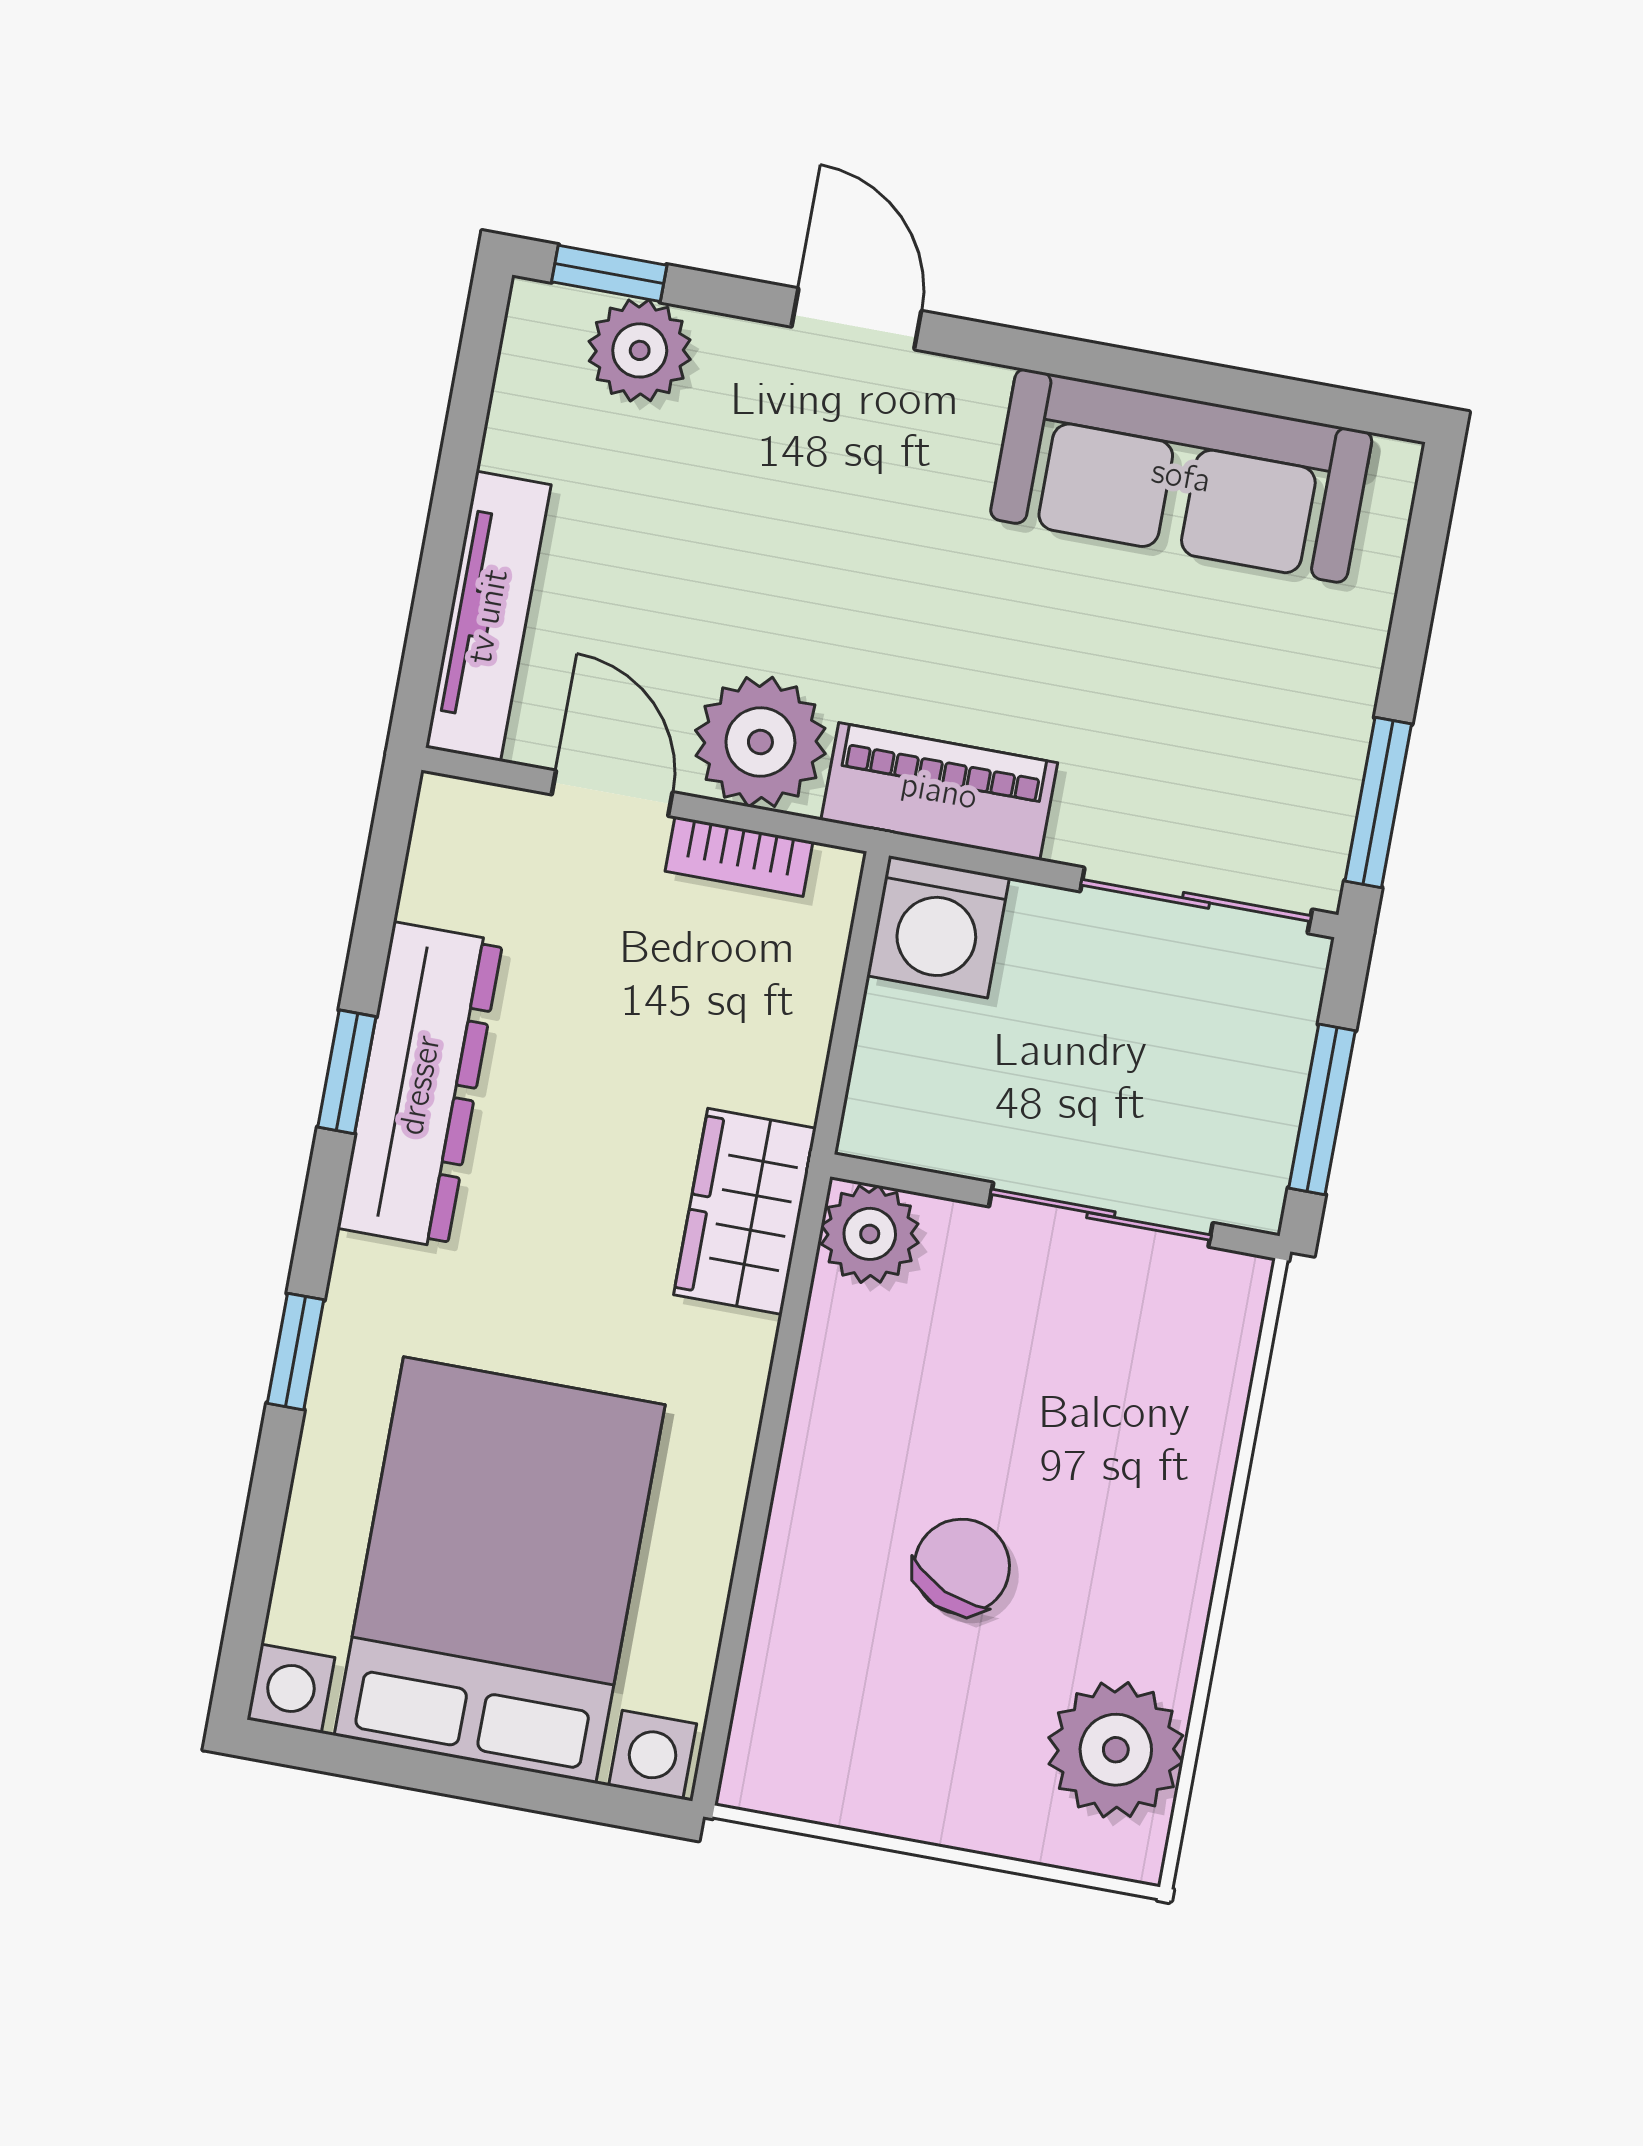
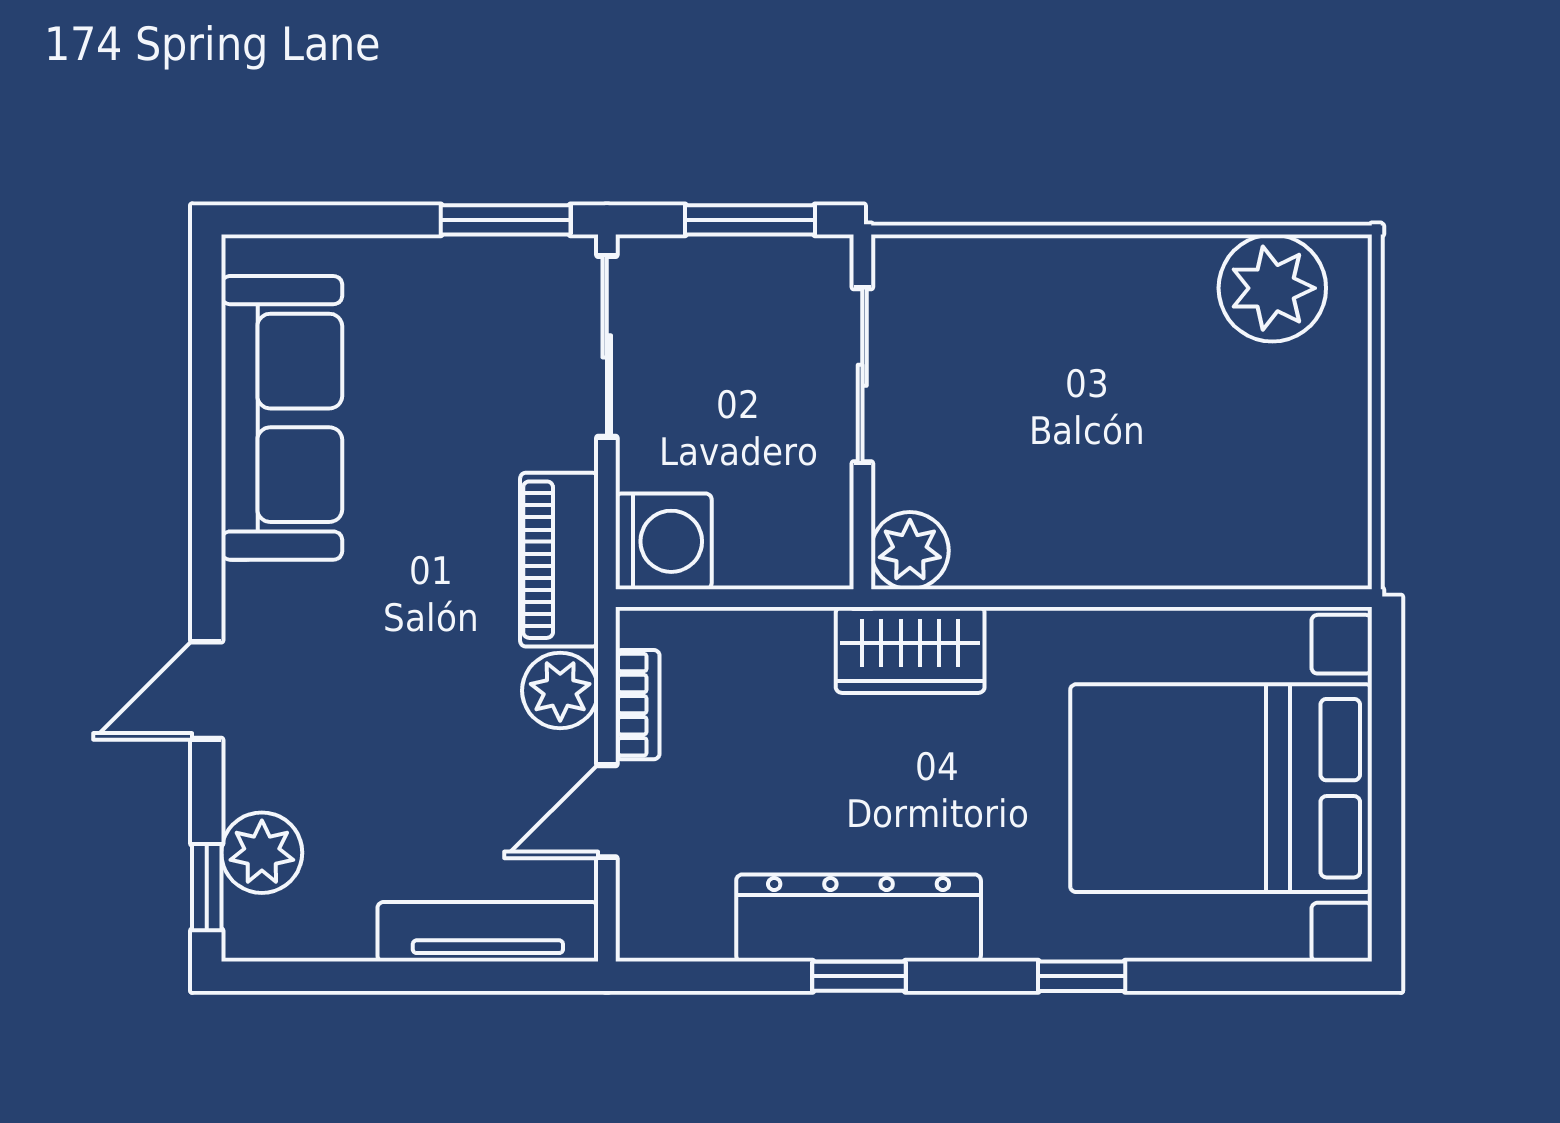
plant: (760, 742) -> (560, 691), width x0.73, depth x0.73
chair: (962, 1567) -> (1153, 433), removed

